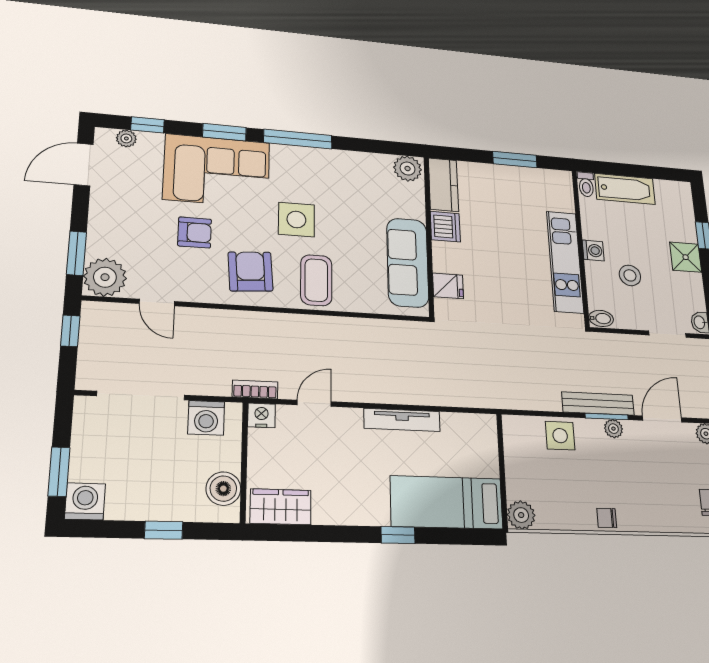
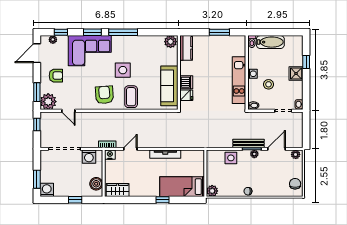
dishwasher: (445, 227) -> (186, 82), moved
armchair: (195, 232) -> (56, 76), moved

